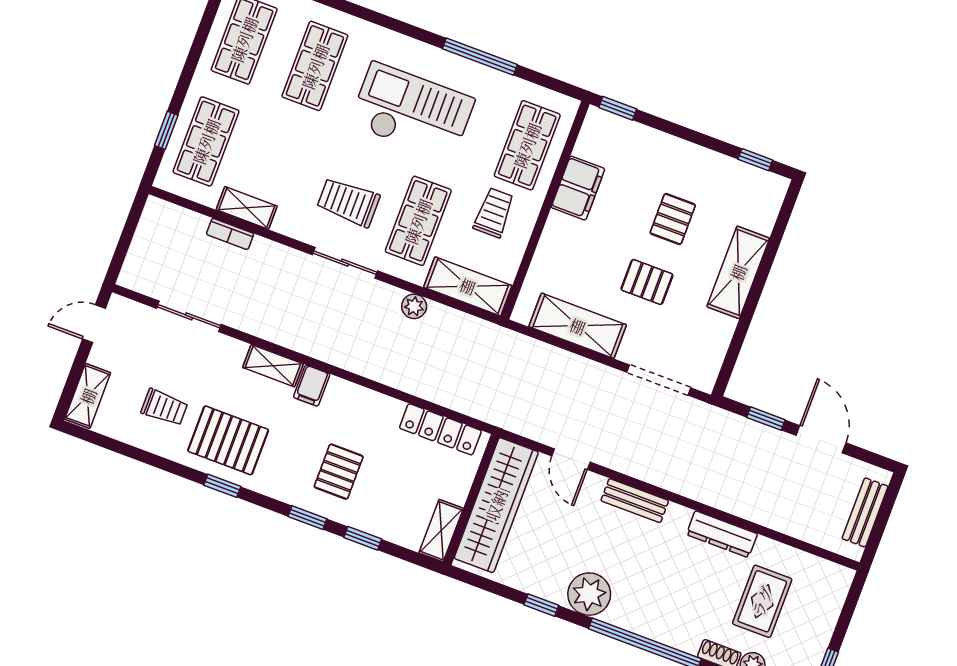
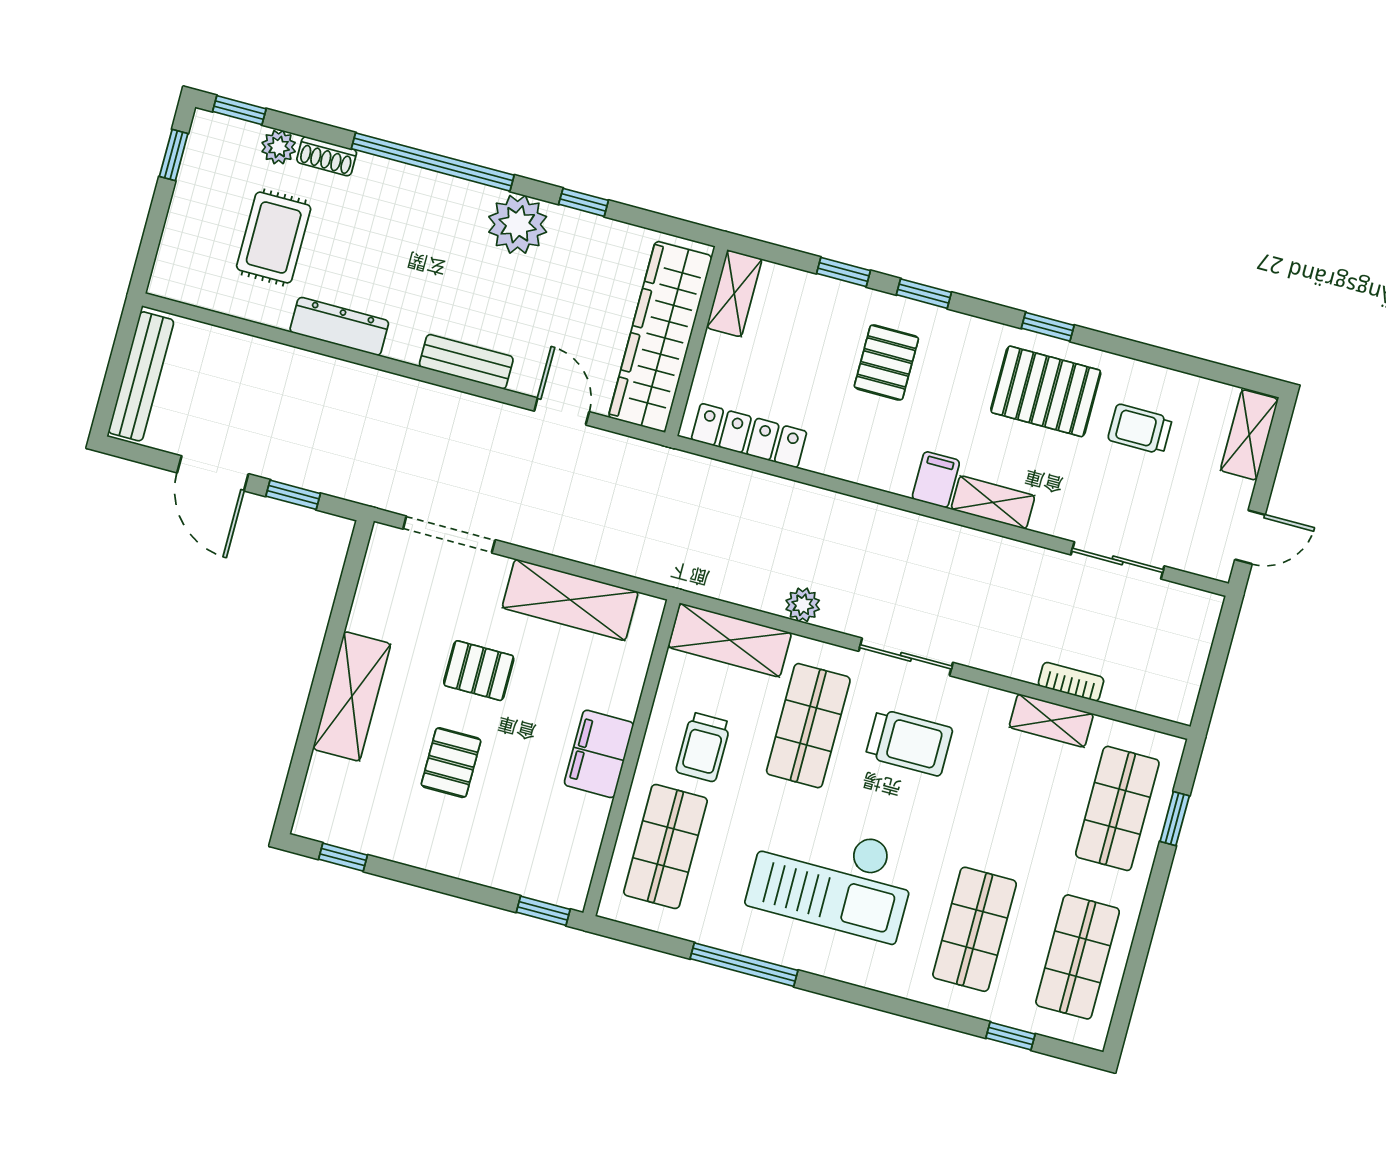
filing cabinet: (578, 188) -> (599, 754), moved
bench: (865, 512) -> (141, 376), width x1.36

